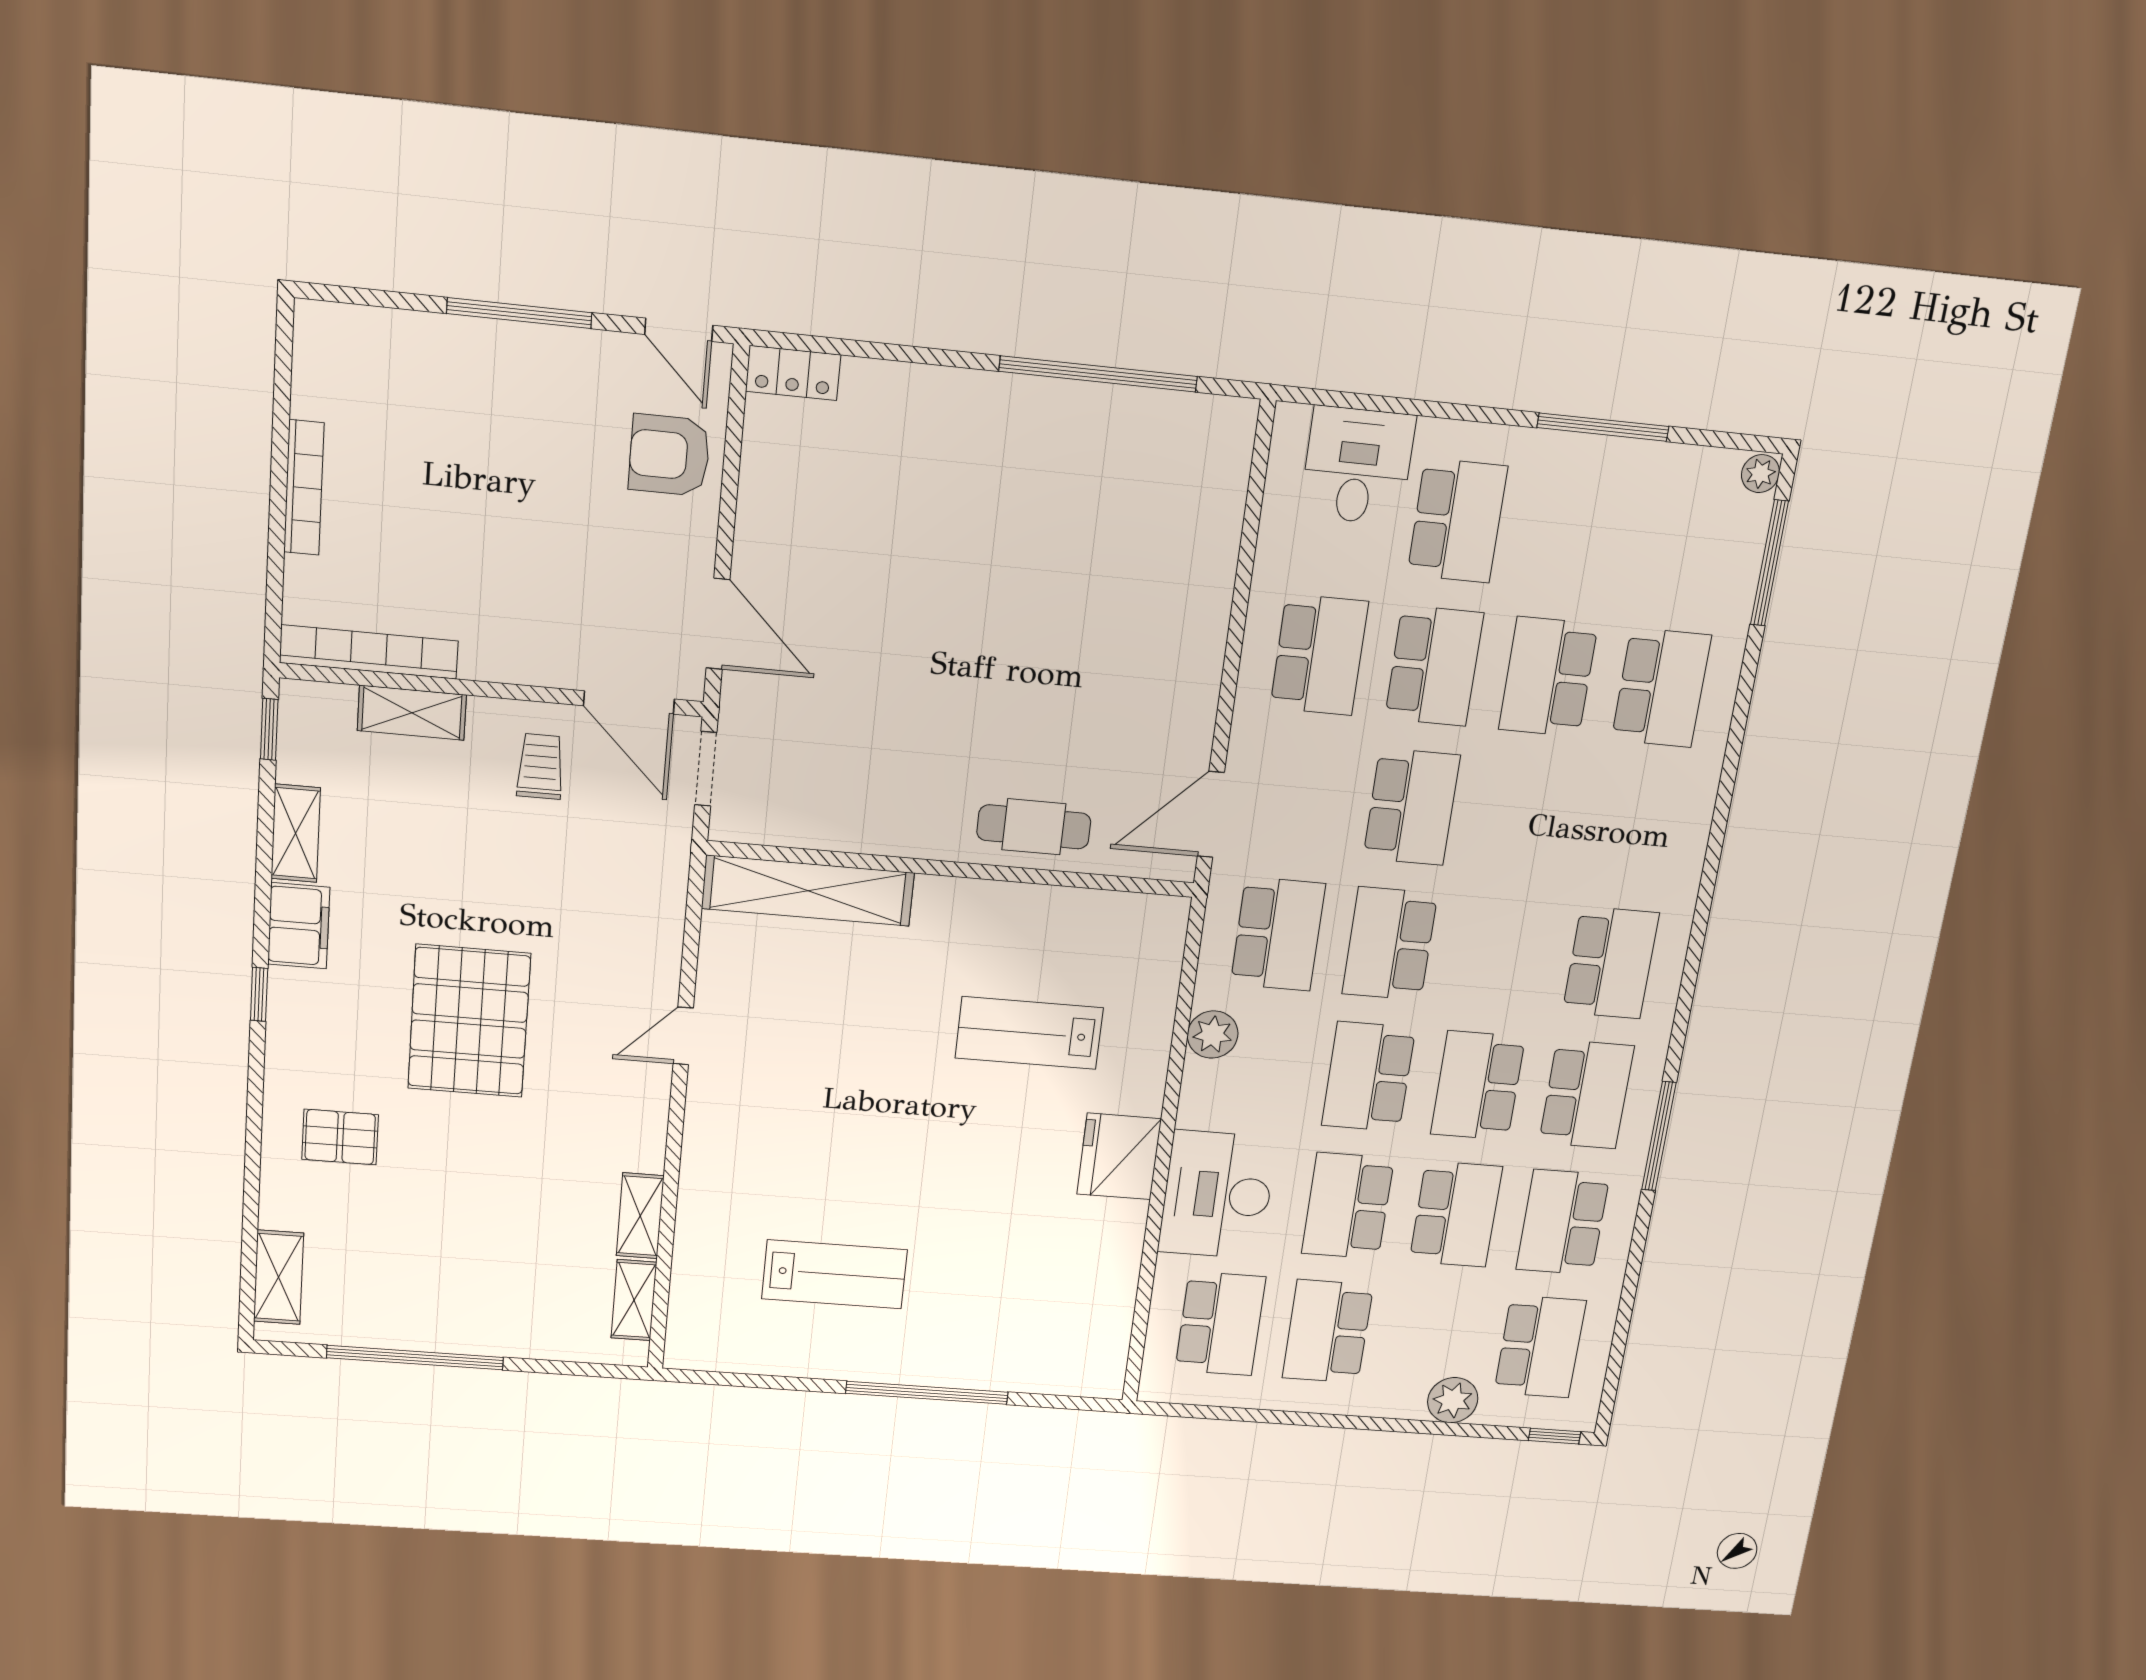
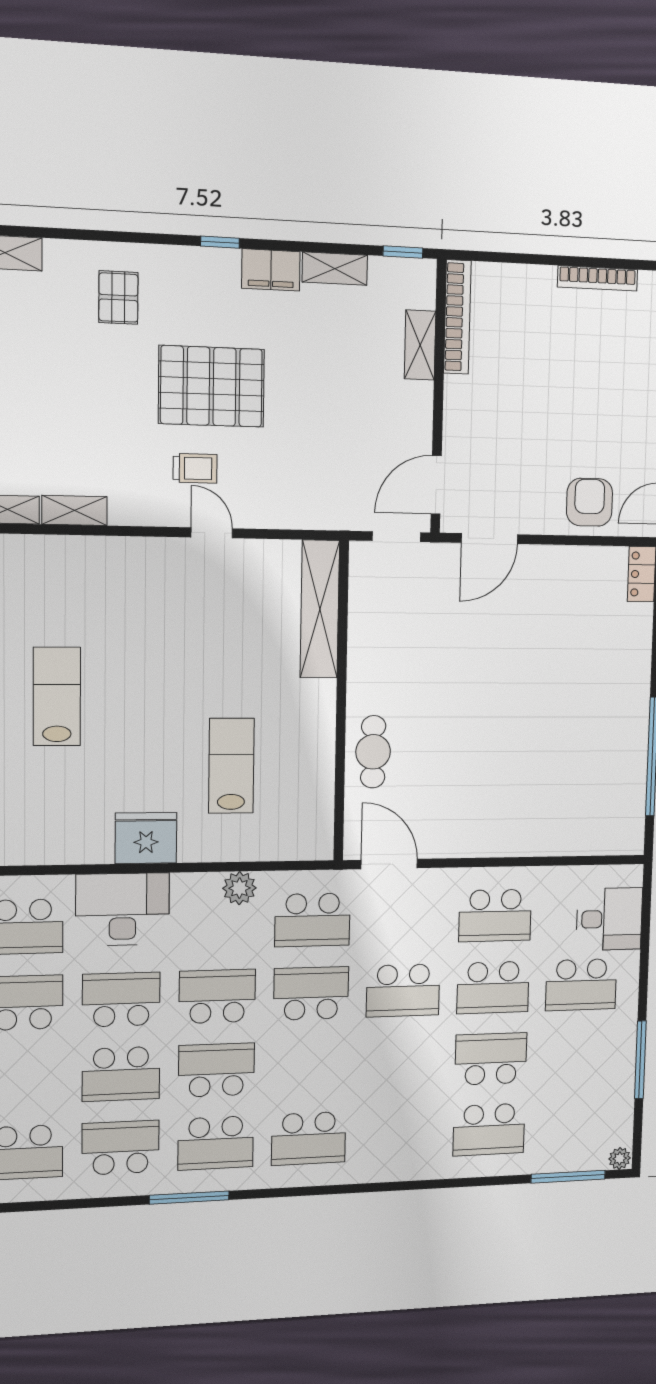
bookcase: (304, 488) -> (598, 278), moved
trolley: (540, 766) -> (195, 468), moved
lab bench: (834, 1274) -> (57, 696), moved, turned 180

